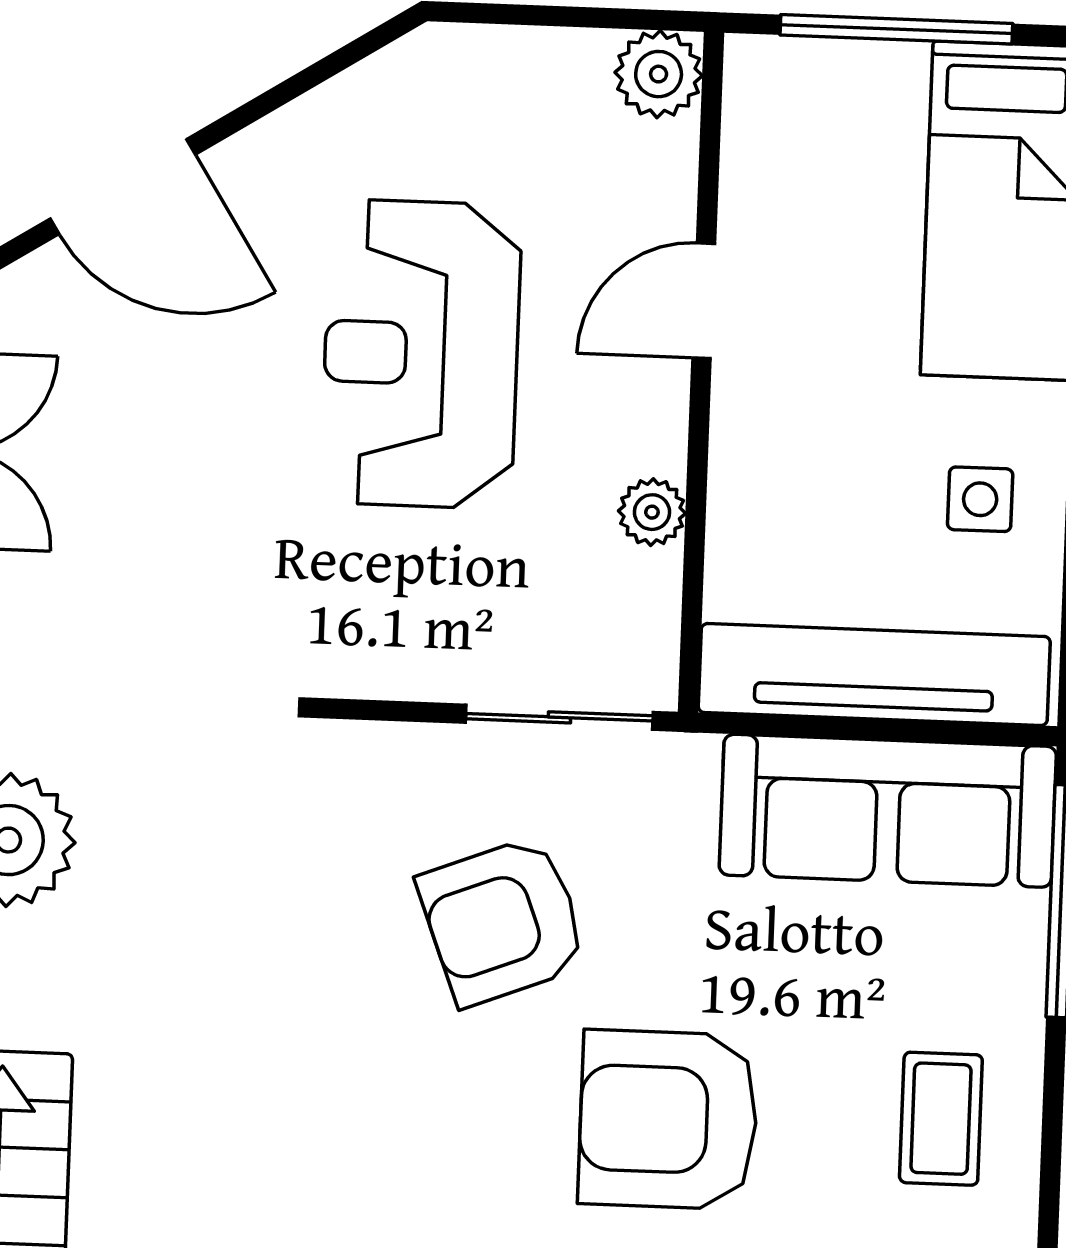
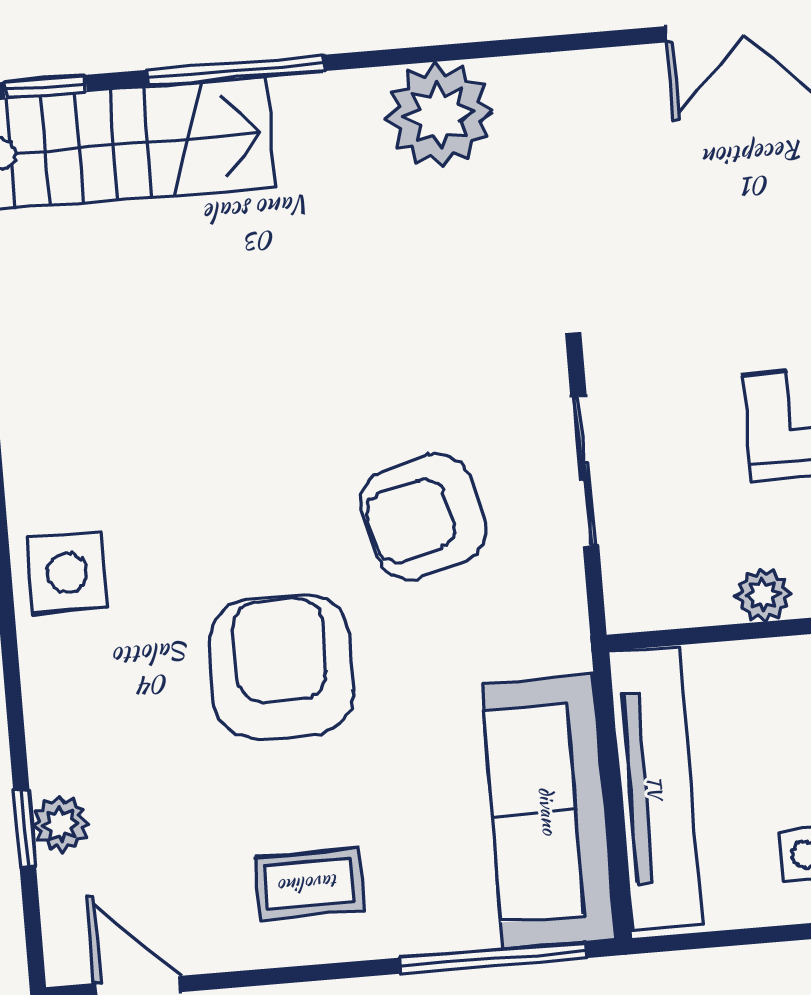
sliding door: (559, 717) -> (585, 471), moved
armchair: (503, 921) -> (423, 516), turned -84

